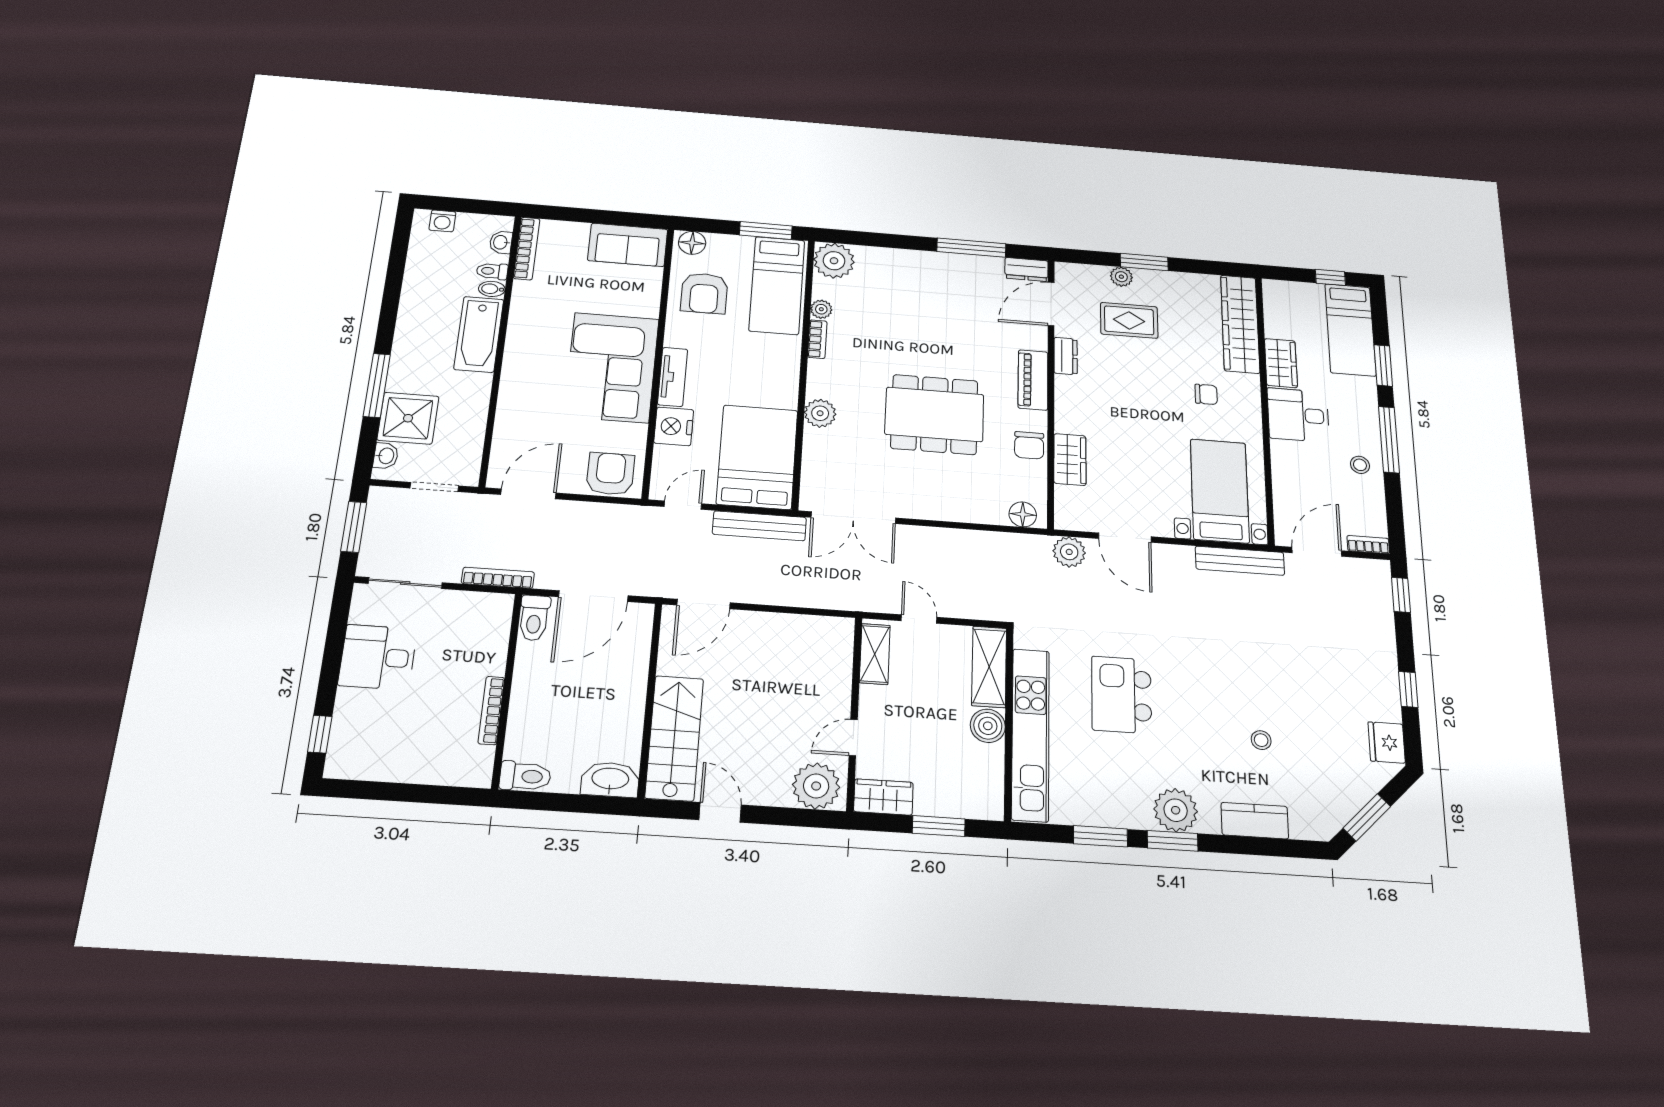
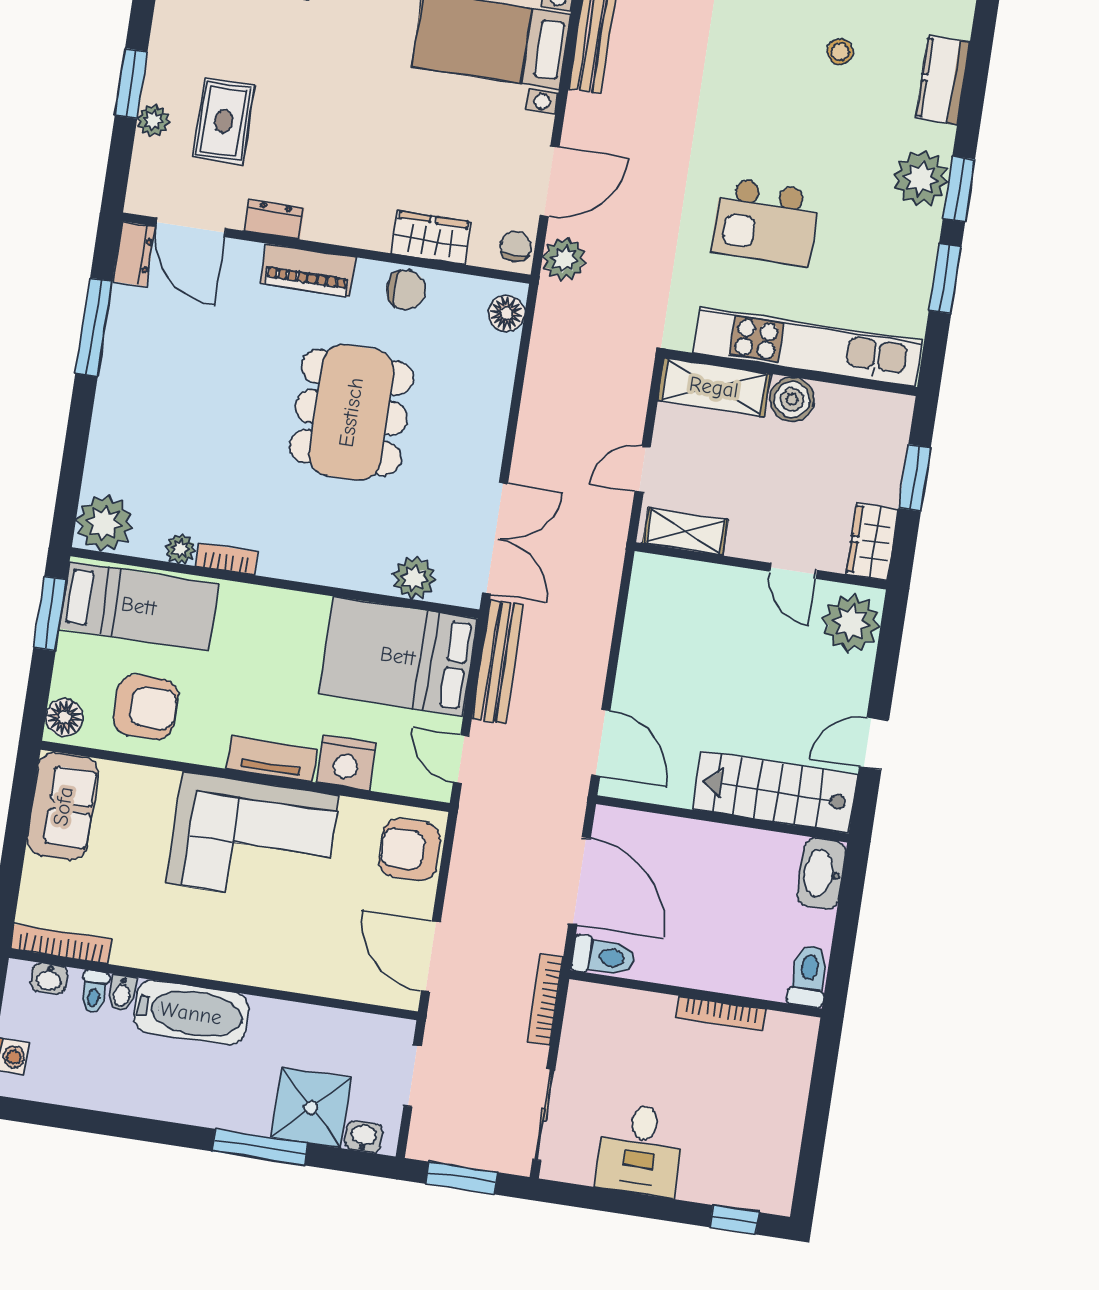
chair: (1206, 394) -> (516, 247), moved
plant: (820, 413) -> (414, 578), moved

